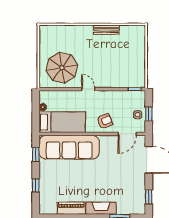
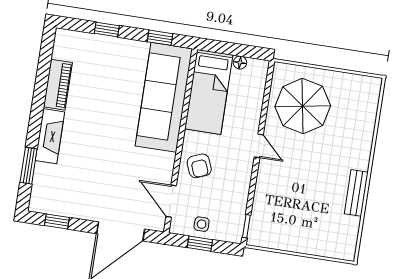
door: (88, 89) -> (259, 146), hinge flipped

